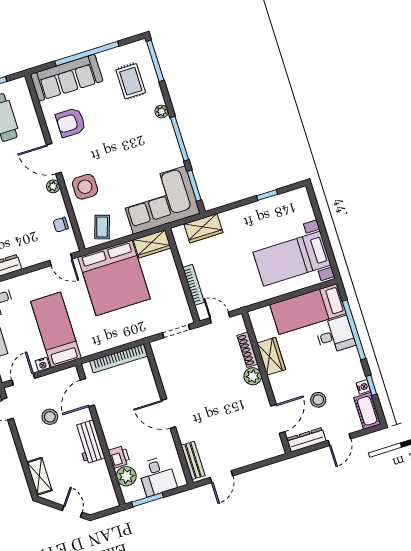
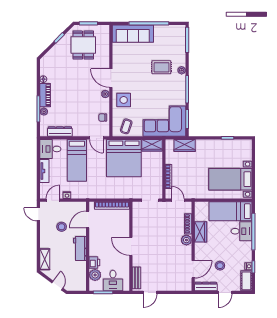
rug: (131, 81) -> (161, 67), moved, turned 90
armchair: (71, 122) -> (127, 60), removed
bed: (56, 330) -> (77, 160), moved, turned 180

